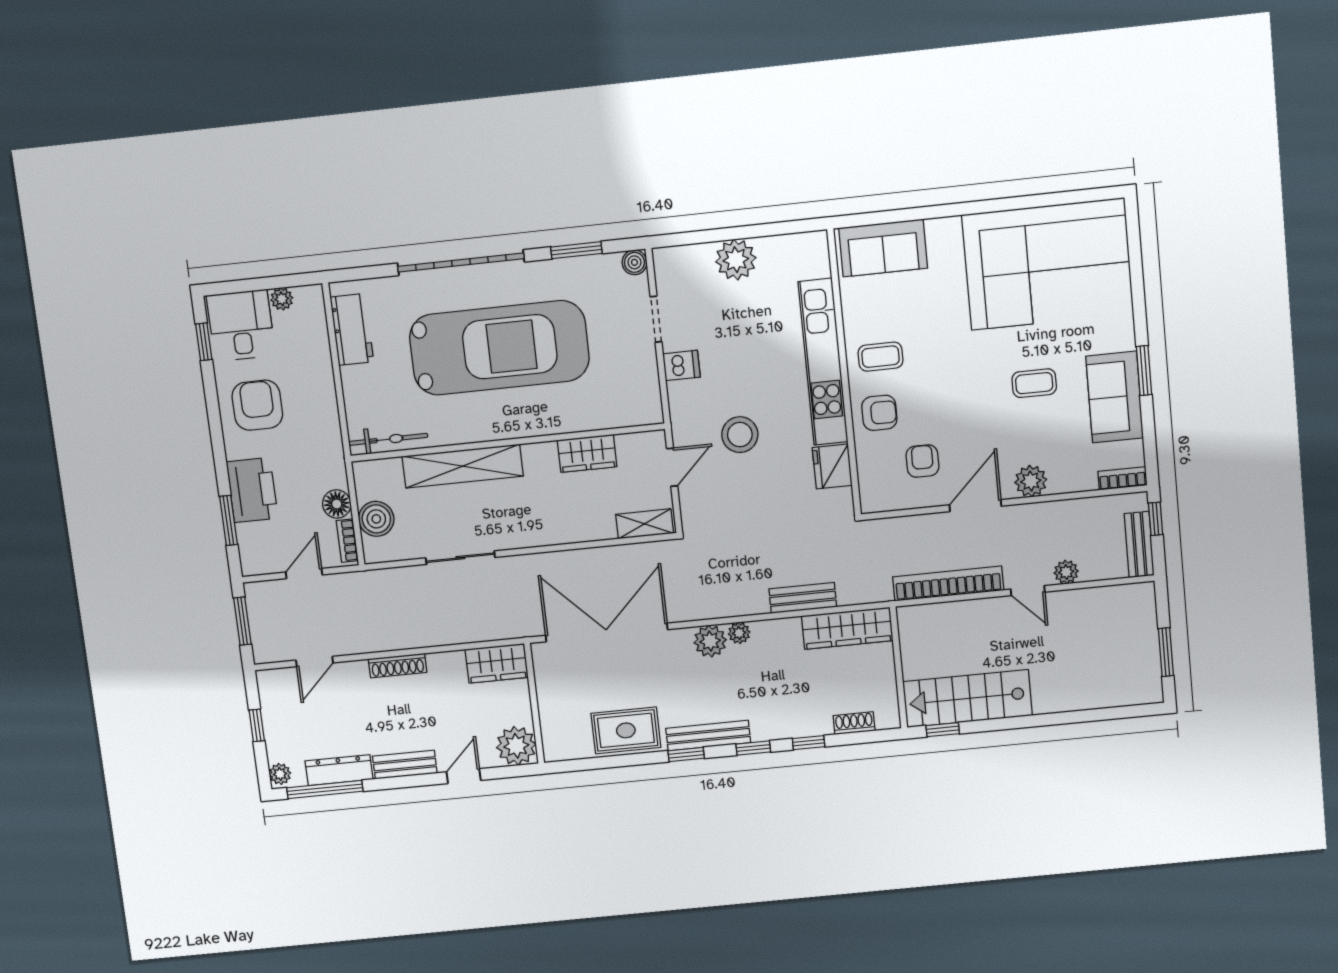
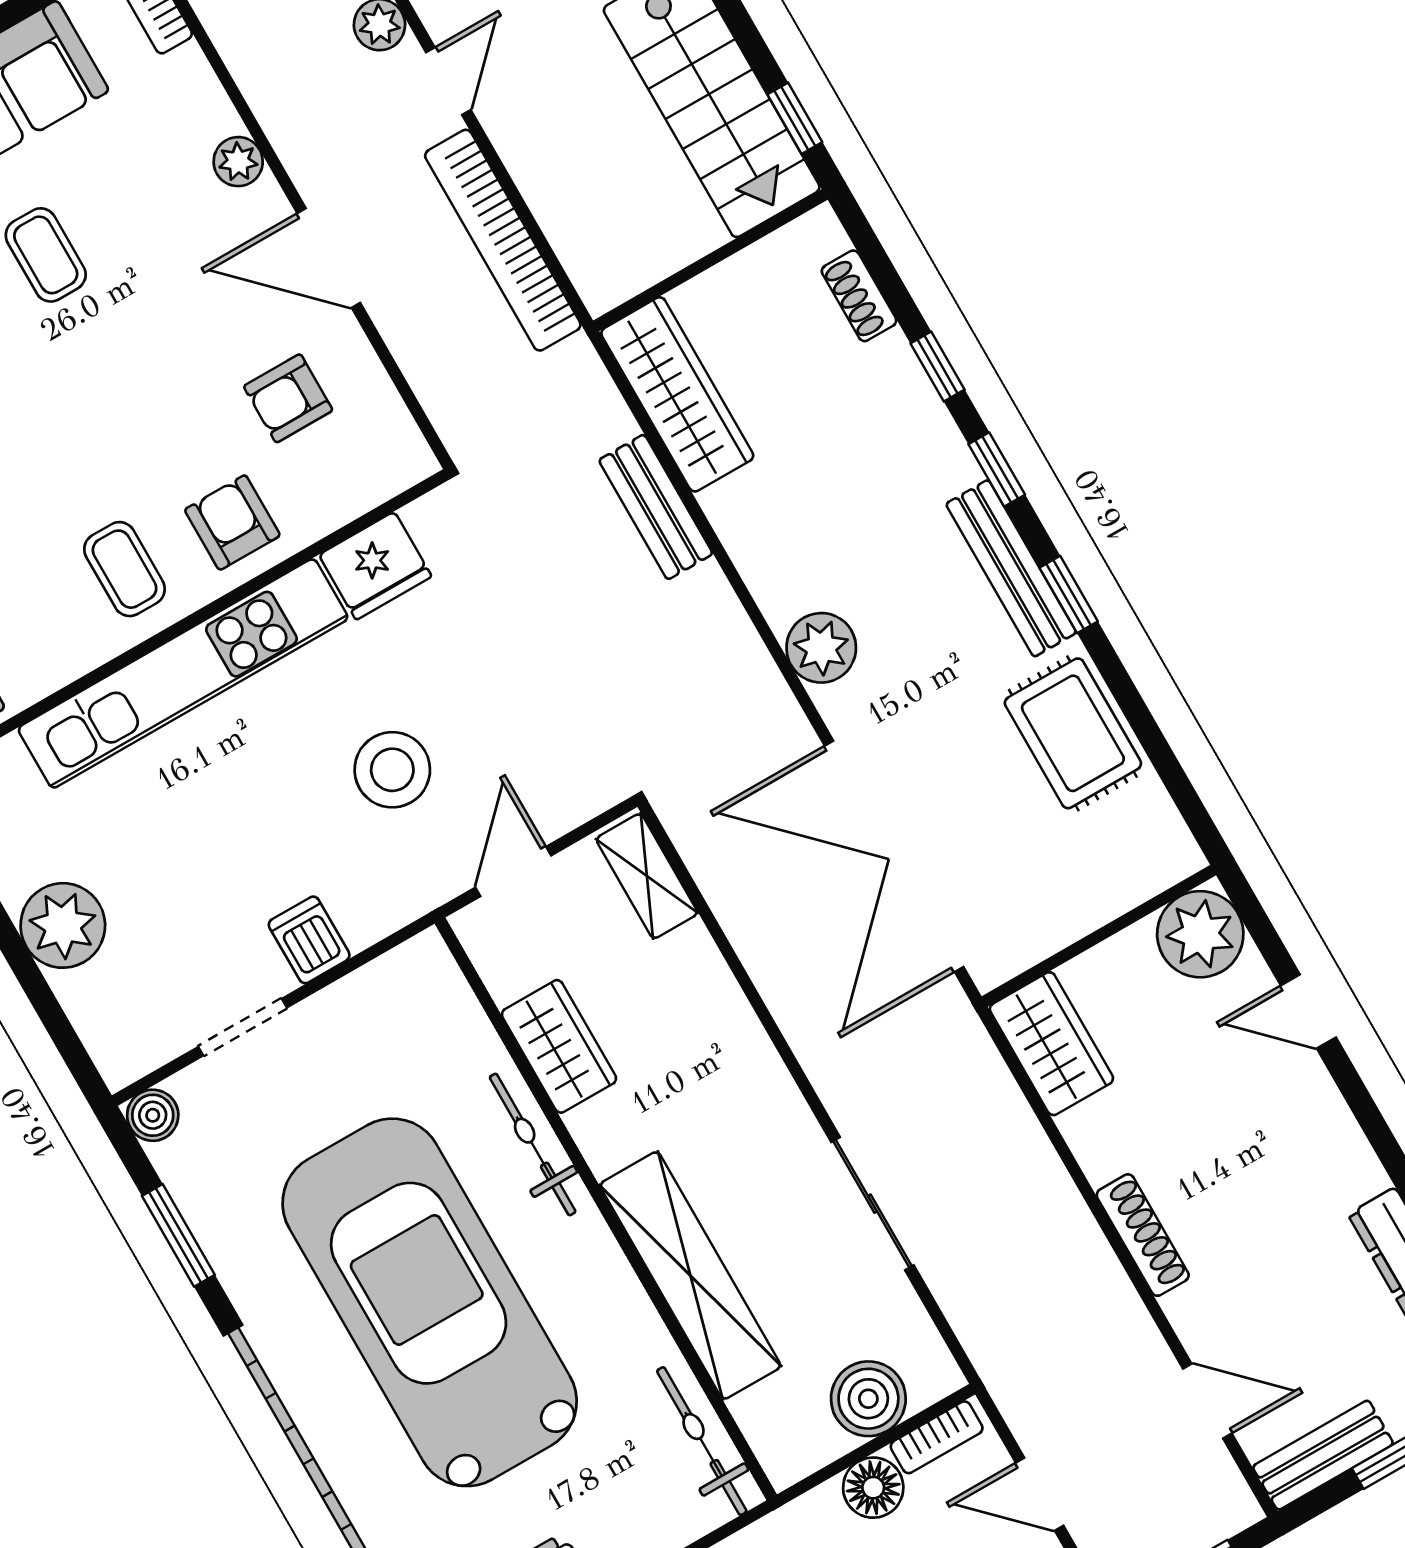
bicycle: (549, 423) -> (533, 1145), added
door: (672, 467) -> (513, 872), hinge flipped
plant: (1031, 481) -> (238, 162), width x0.73, depth x0.73
plant: (739, 633) -> (780, 599), removed
bench: (405, 765) -> (1323, 1455), moved, turned 90

